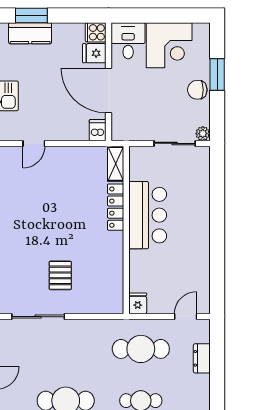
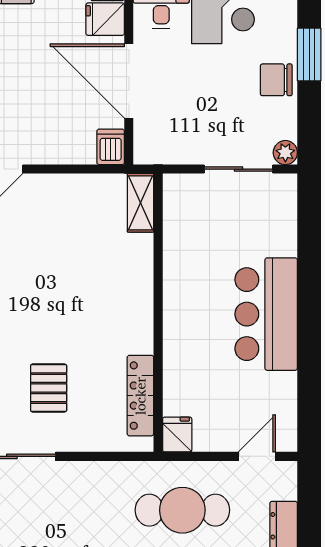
locker: (116, 207) -> (140, 396), moved
bar counter: (148, 215) -> (266, 314), moved, turned 180

